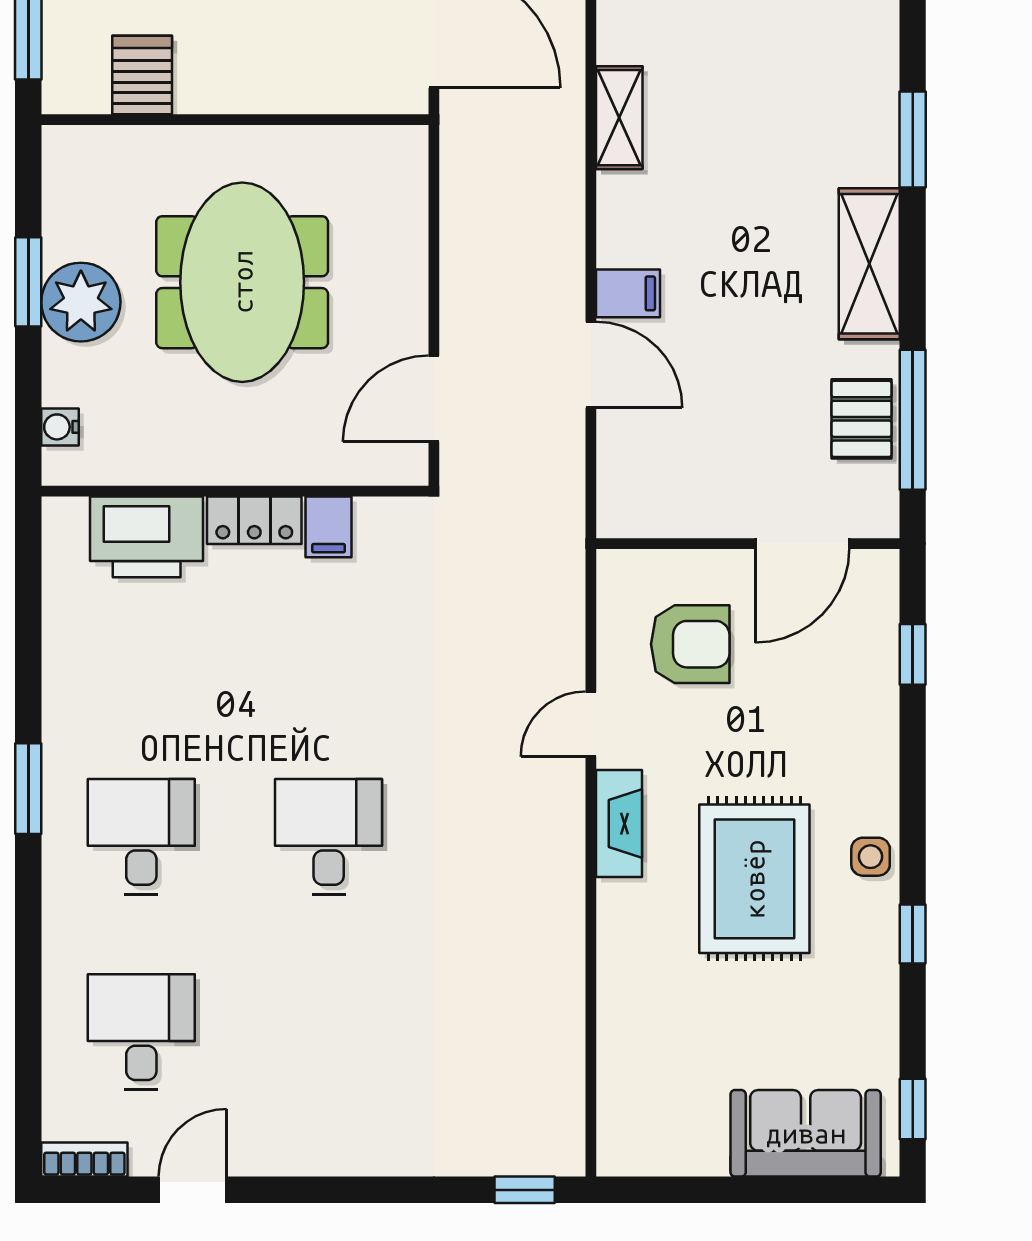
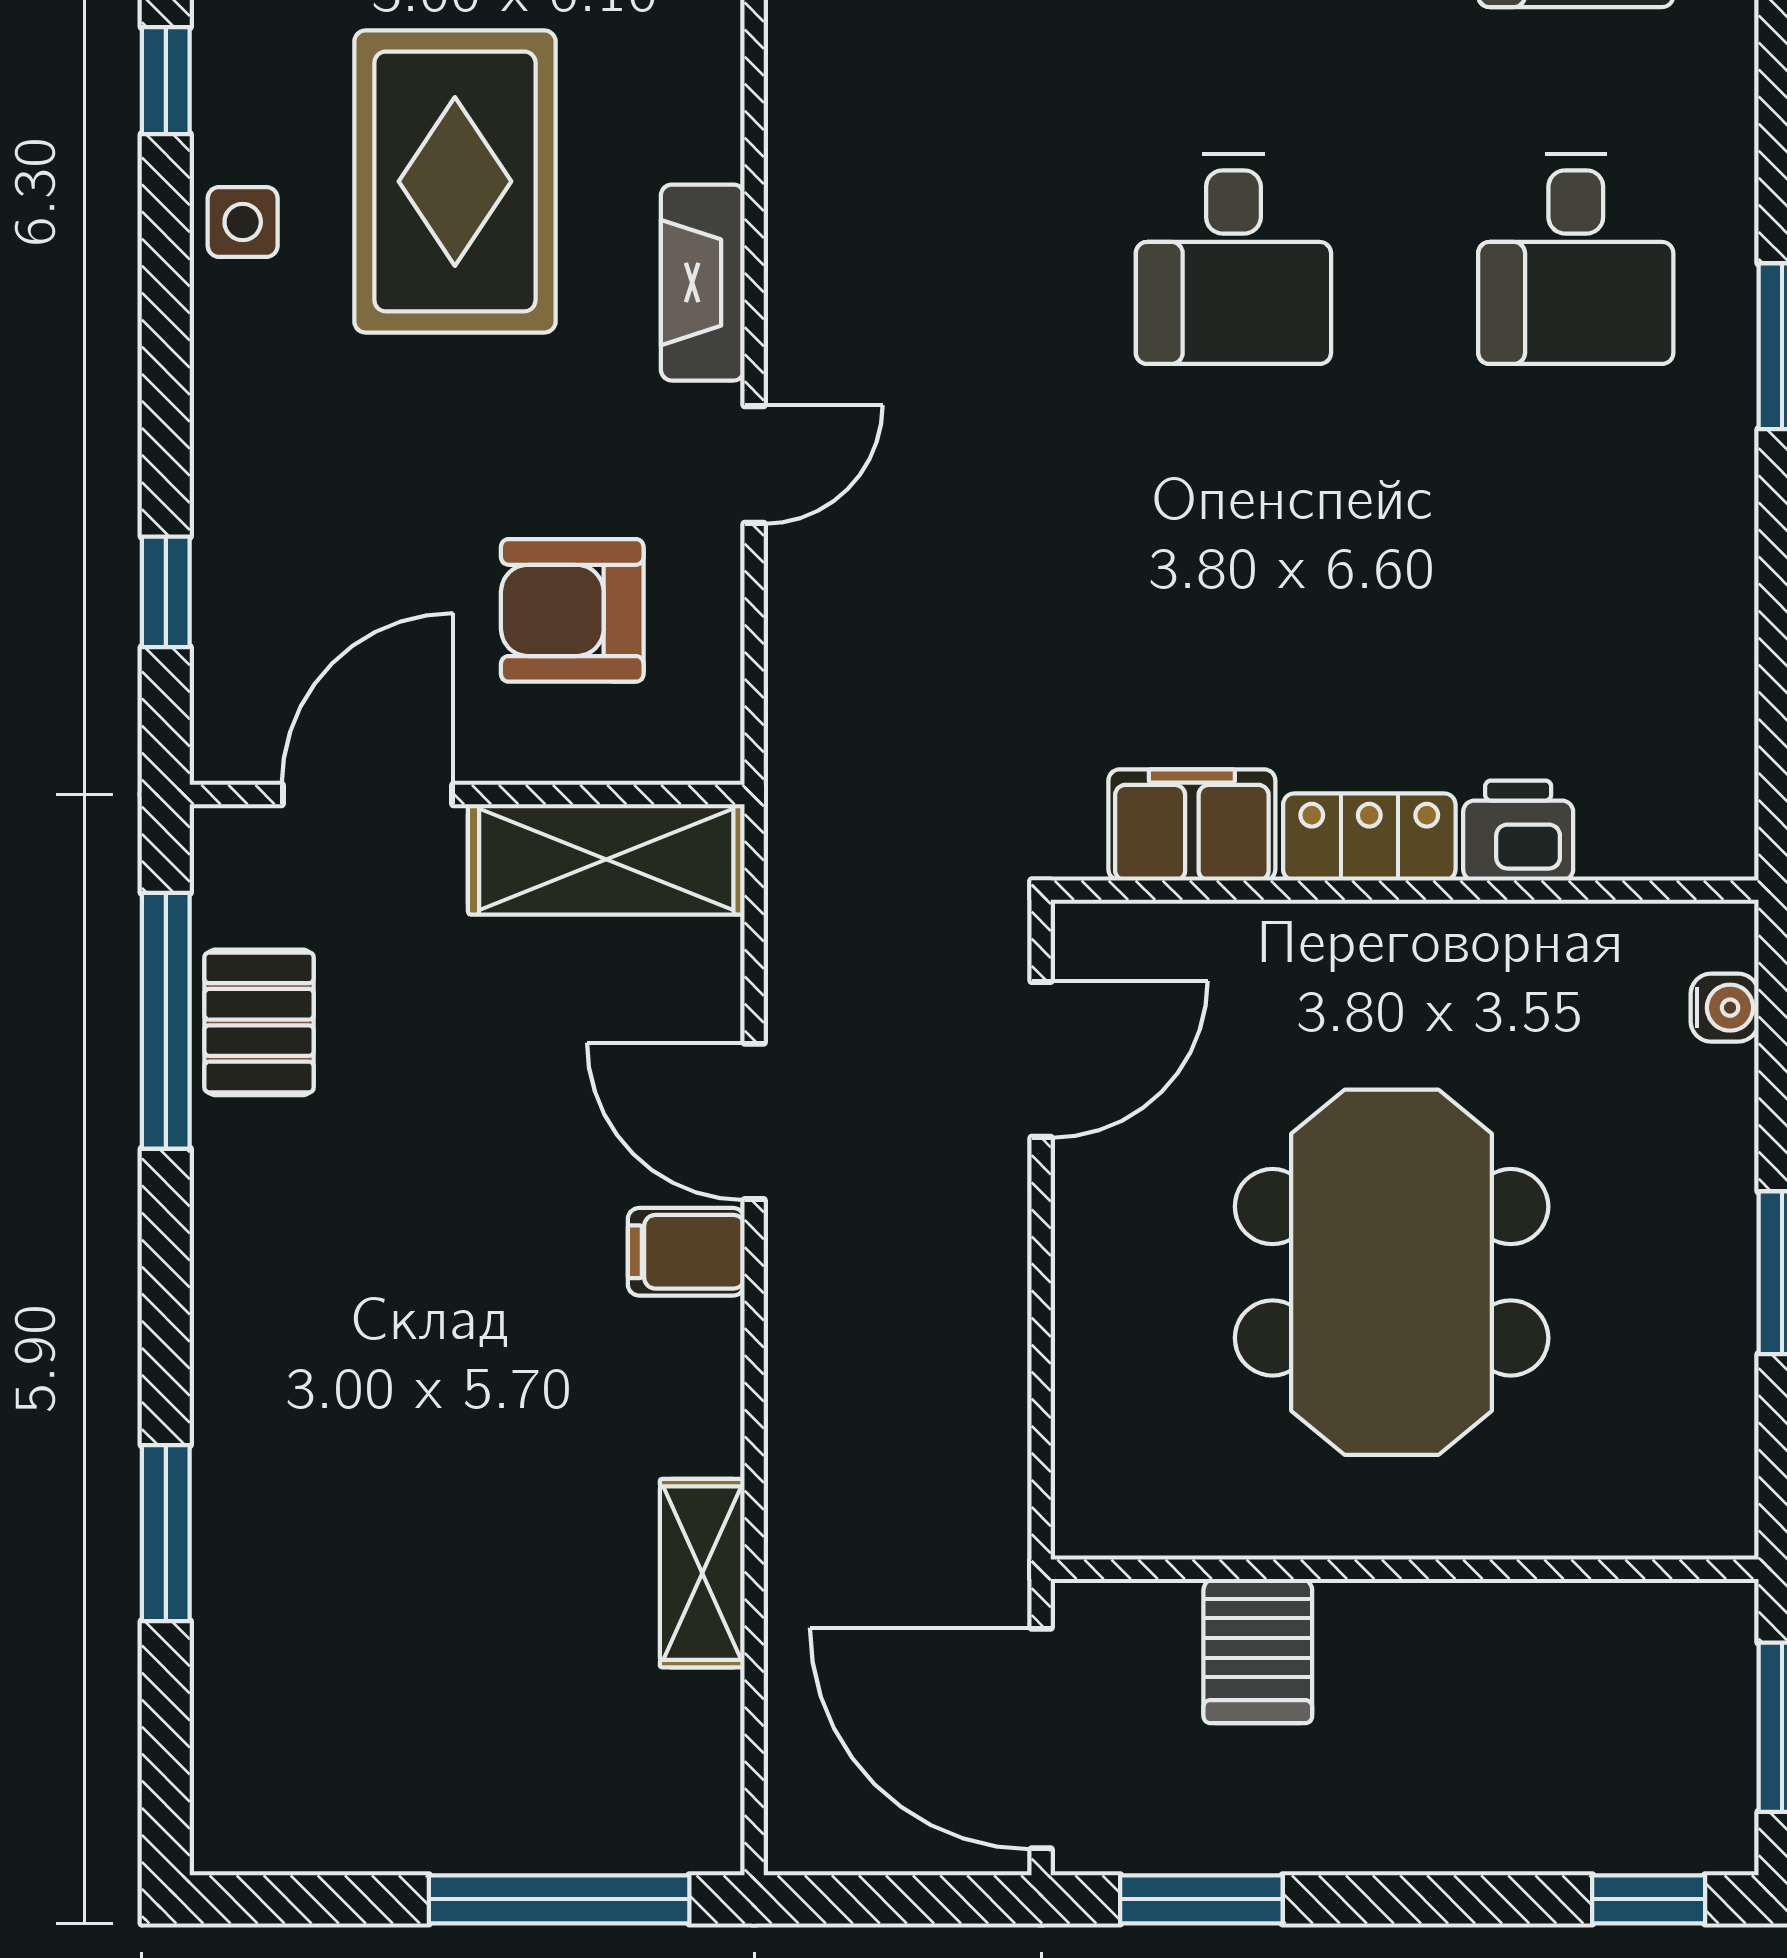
server rack: (142, 75) -> (1258, 1651), moved
shelving: (869, 264) -> (606, 859), moved, turned 90
plant: (81, 302) -> (1686, 1236), removed
filing cabinet: (328, 527) -> (1192, 825), width x2.00
printer: (147, 537) -> (1518, 831), width x0.53, depth x0.68

